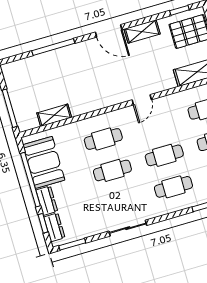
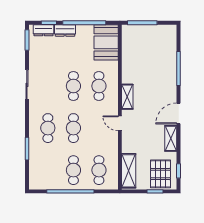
shelving: (54, 115) -> (127, 97), moved
booth: (44, 162) -> (106, 42), moved, turned 90

